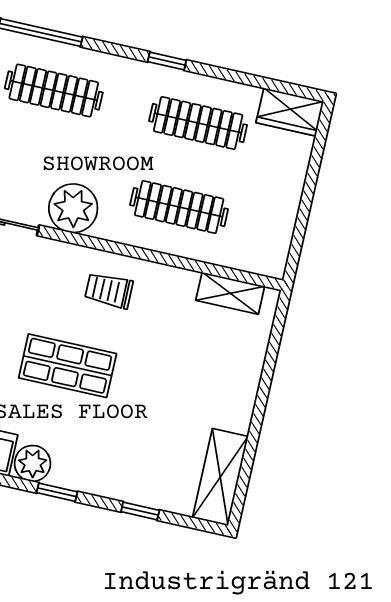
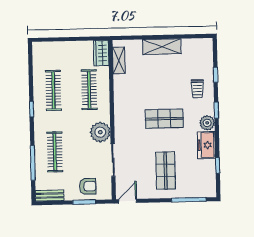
wardrobe: (290, 112) -> (101, 53), moved, turned 180
trolley: (109, 290) -> (197, 89), moved
shop shelf: (68, 366) -> (164, 119), turned 90
shelving: (220, 477) -> (162, 47), moved

